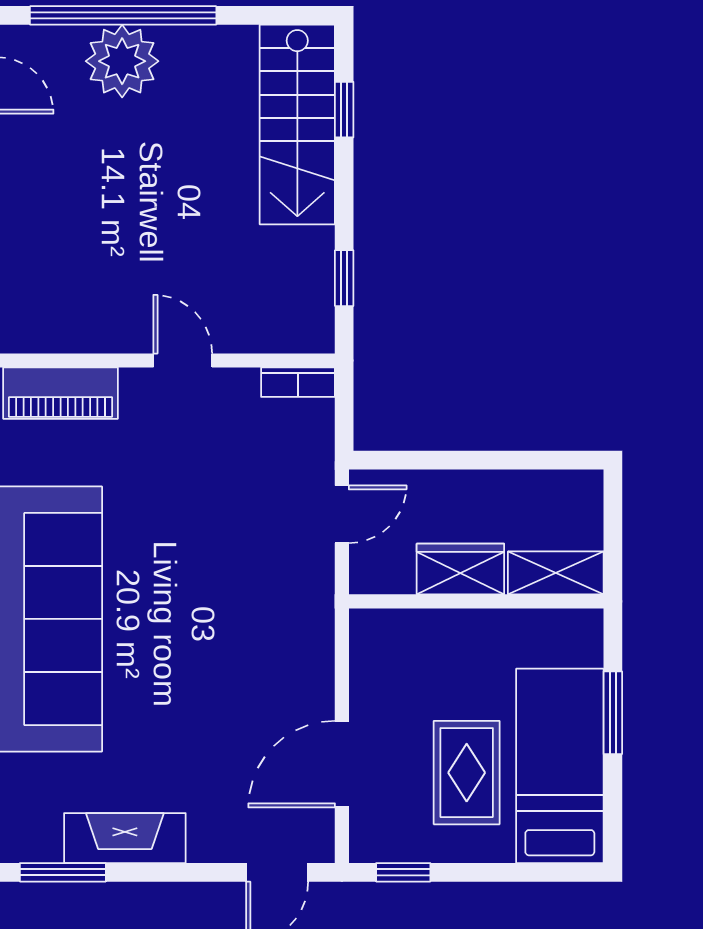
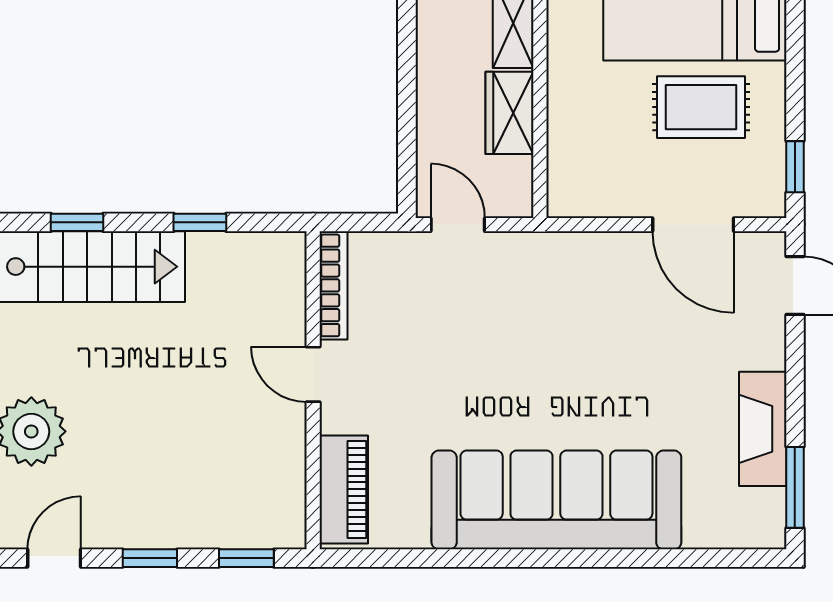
window: (344, 278) -> (200, 222), moved
door: (183, 360) -> (313, 374), hinge flipped
bookcase: (298, 382) -> (334, 285), width x1.56

